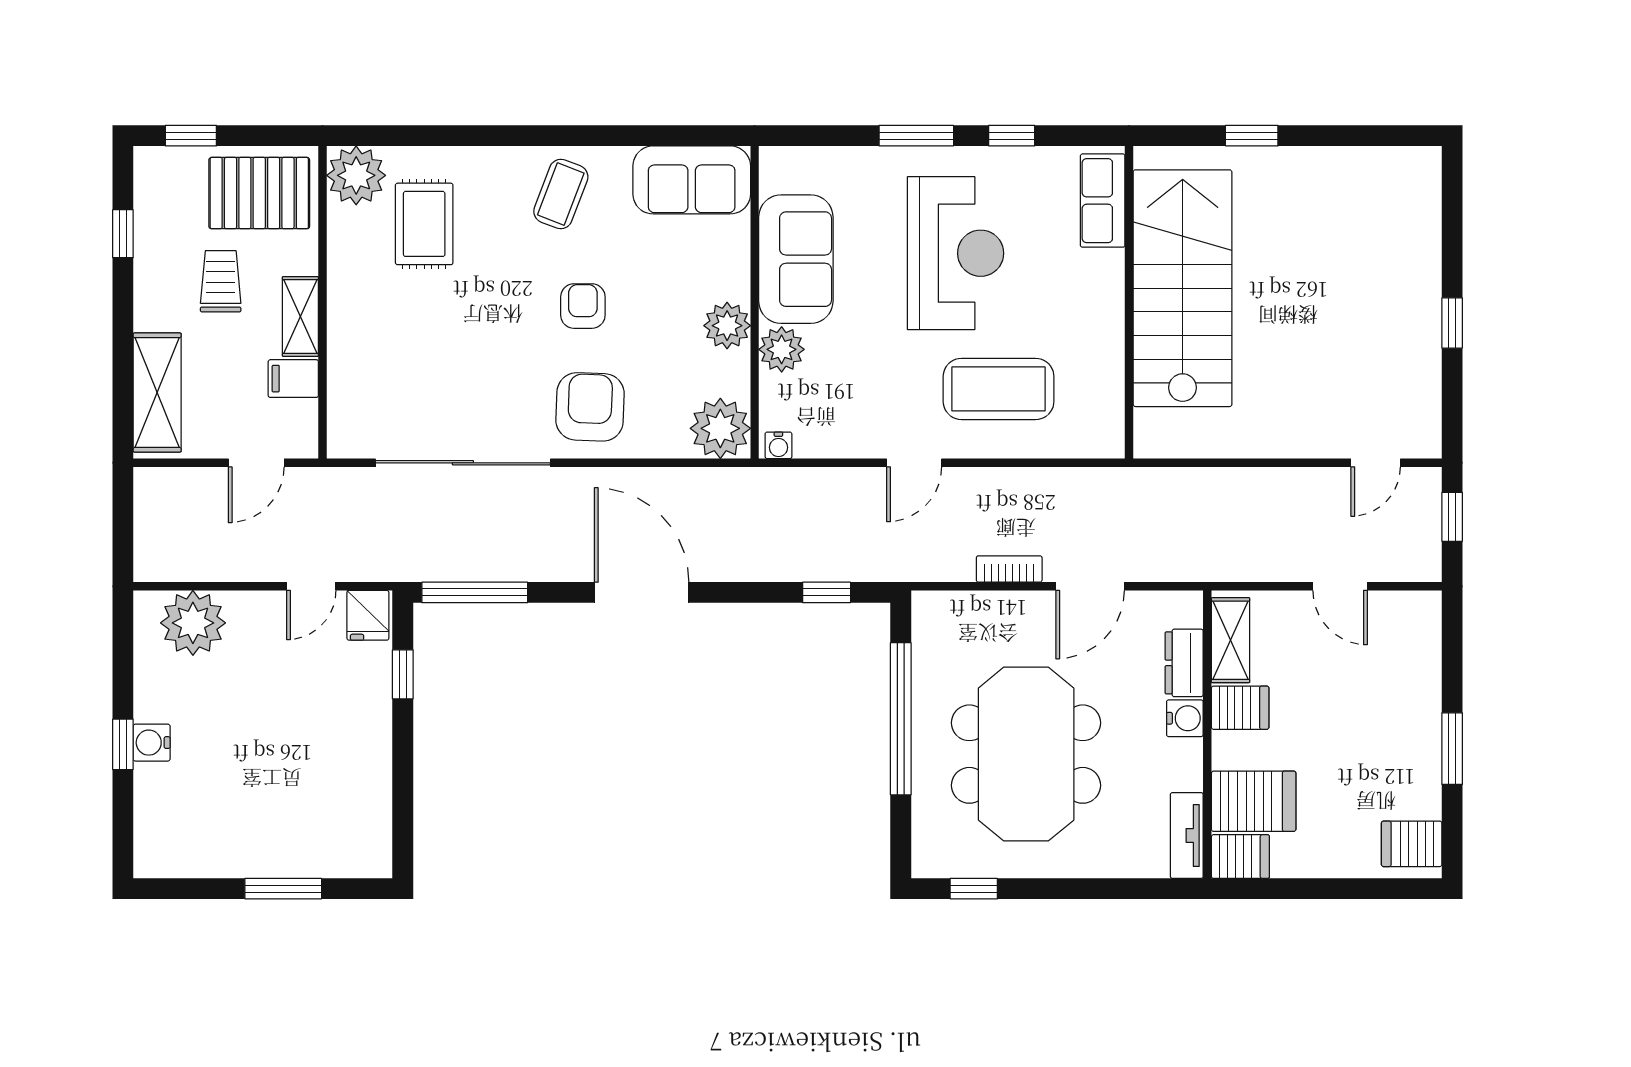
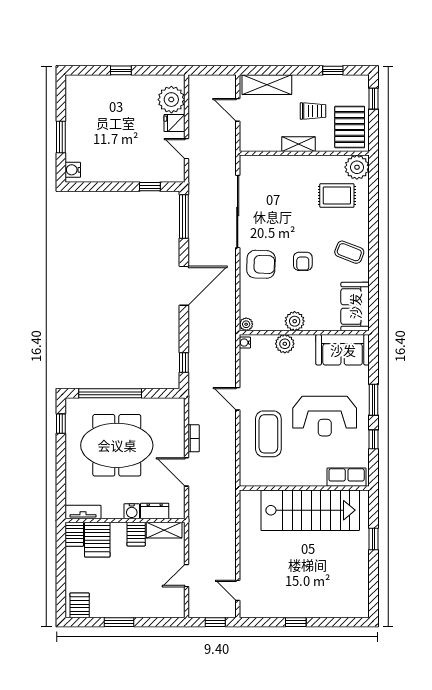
sofa: (796, 259) -> (343, 350), moved
armchair: (583, 306) -> (303, 261), turned 90
filing cabinet: (293, 379) -> (273, 141), removed
plant: (720, 428) -> (246, 324), width x0.53, depth x0.53
door: (256, 463) -> (238, 110), moved
fridge: (368, 615) -> (174, 123), moved
window: (901, 719) -> (110, 393), moved
water cooler: (152, 743) -> (73, 170), moved, turned -90

